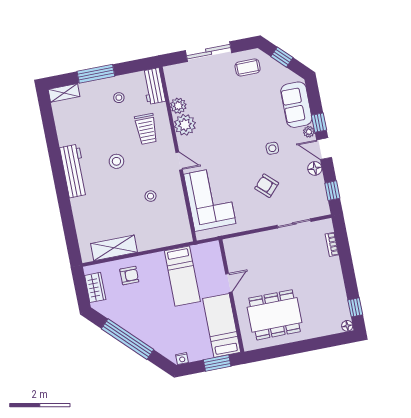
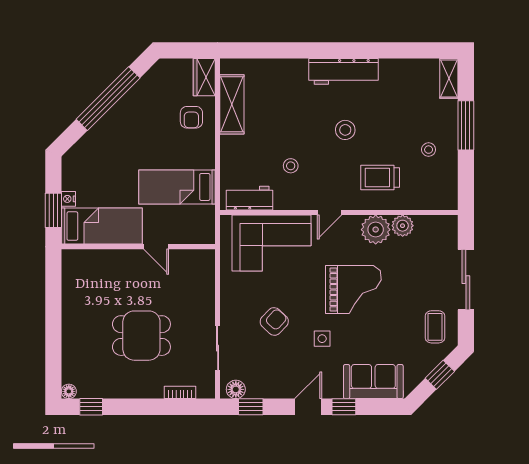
workbench: (154, 86) -> (249, 198), moved
grand piano: (232, 132) -> (353, 290), added
plant: (309, 132) -> (334, 391), removed
floor lamp: (315, 168) -> (236, 389), moved
wardrobe: (95, 287) -> (204, 77), moved, turned 90
dining table: (275, 315) -> (141, 336), moved, width x0.73
nightstand: (182, 359) -> (68, 199), moved

